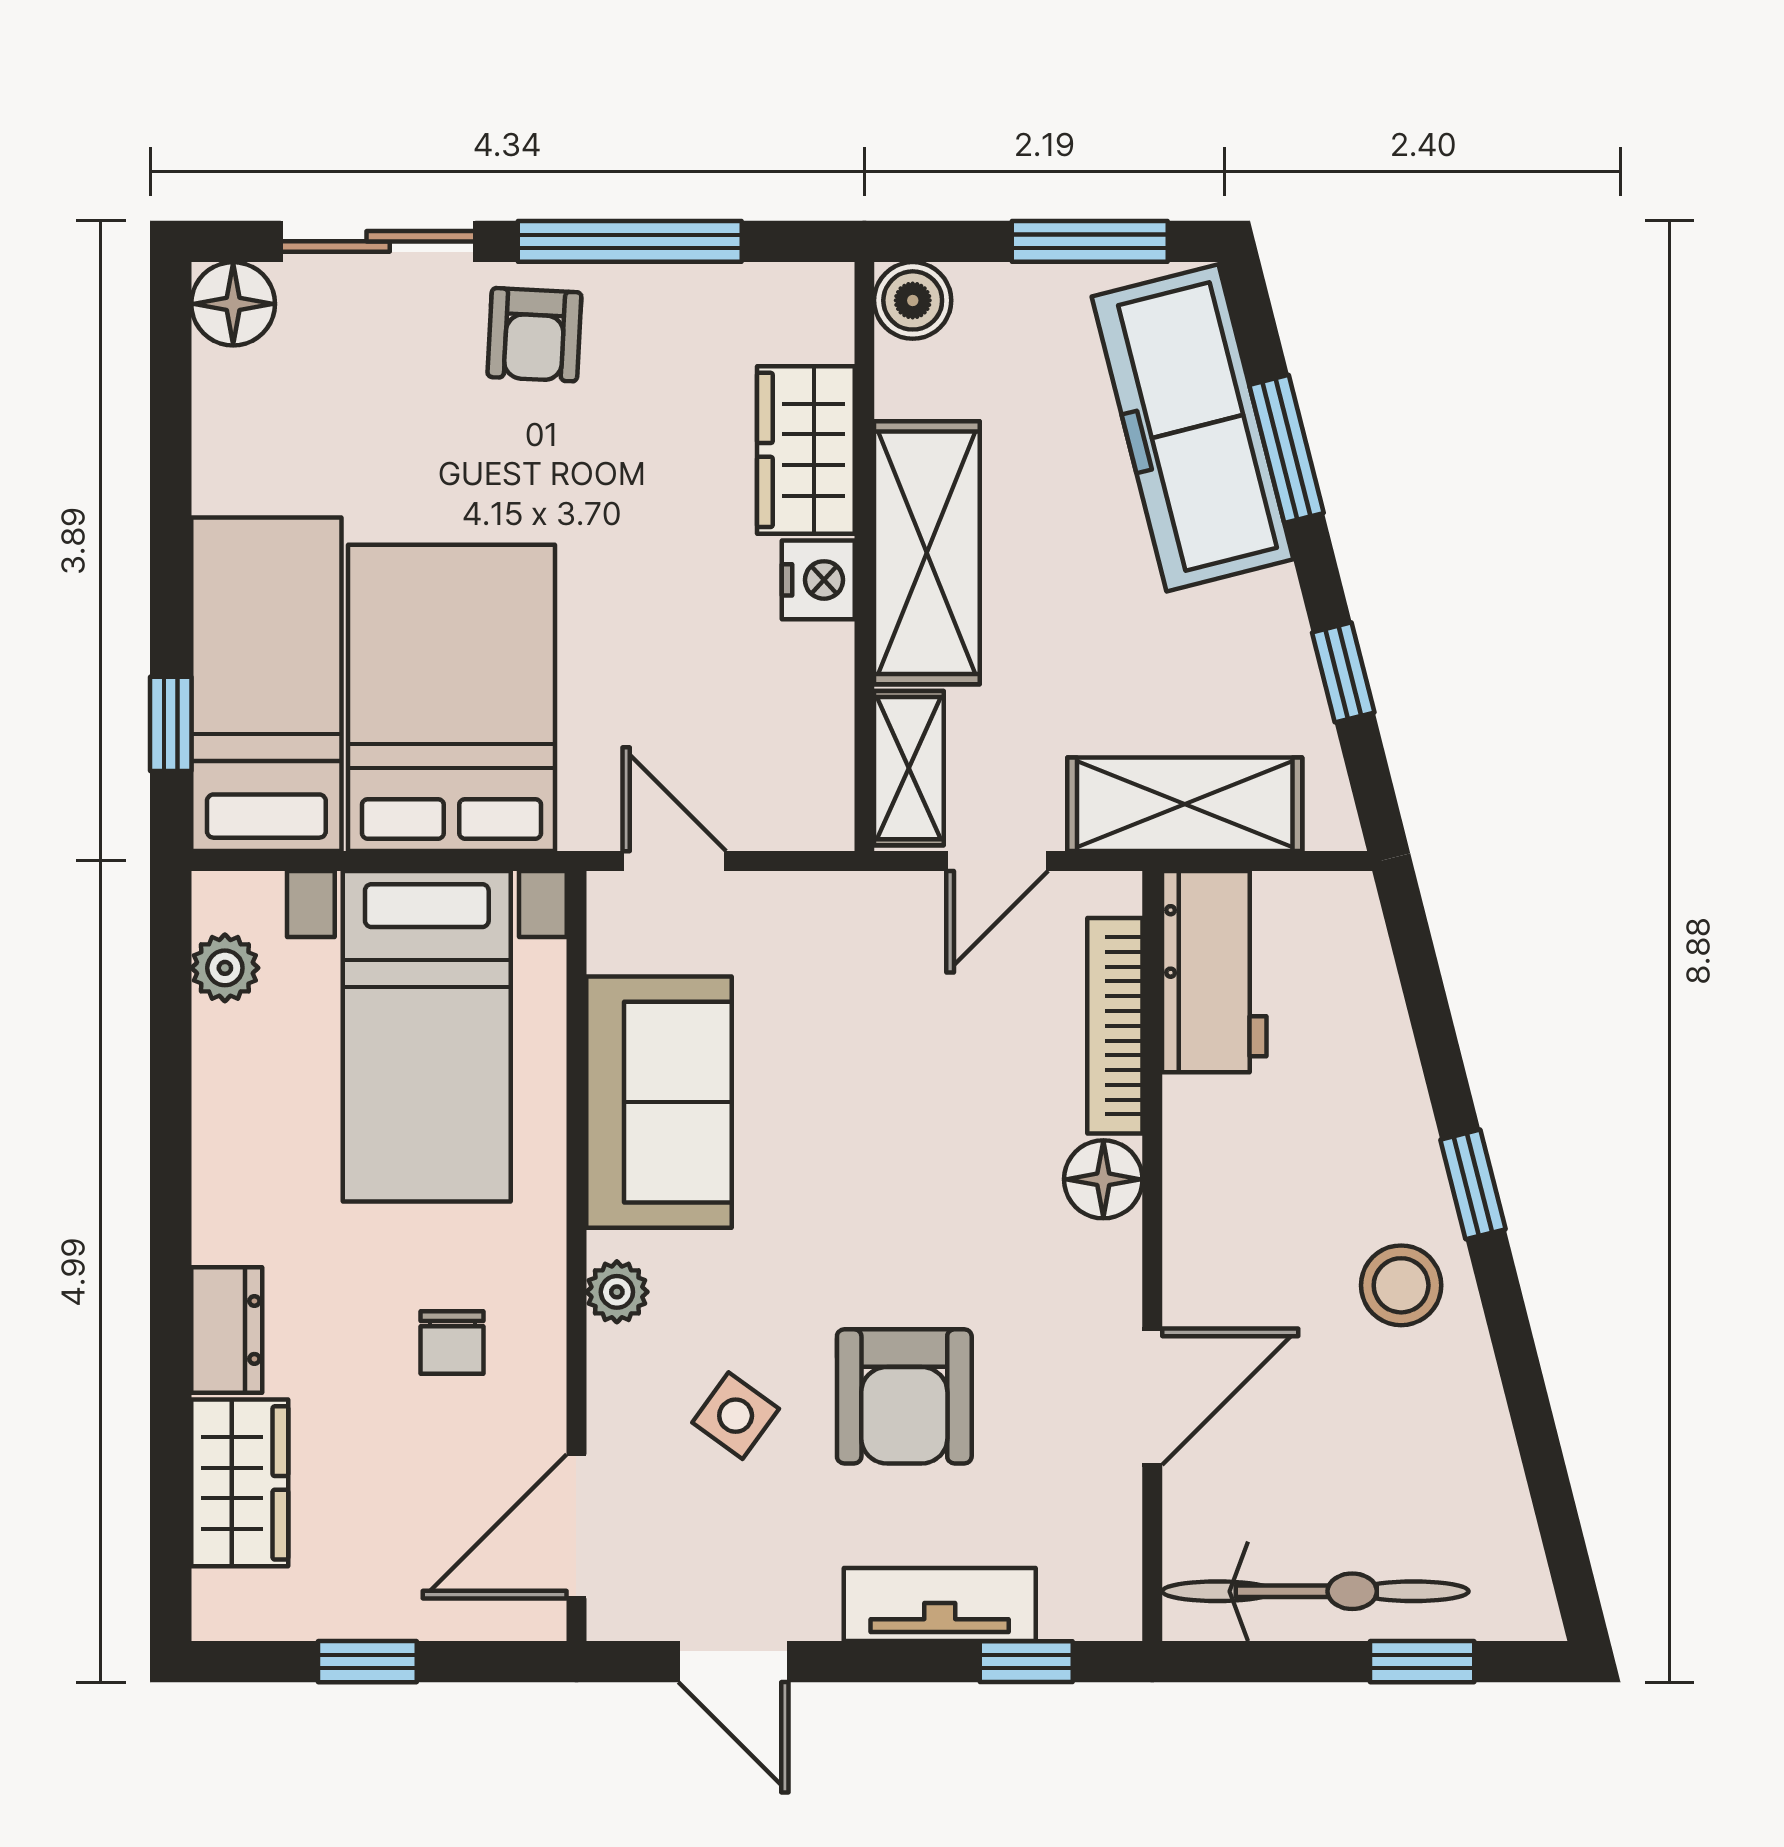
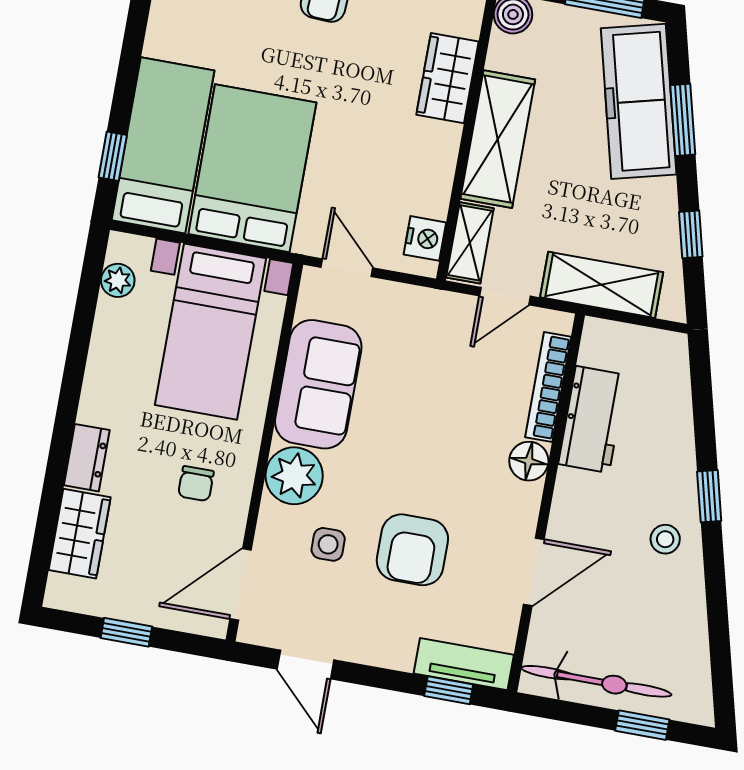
nightstand: (818, 580) -> (425, 238), moved
workbench: (1214, 972) -> (592, 419), moved
stool: (1401, 1285) -> (665, 539), width x0.73, depth x0.73
plant: (617, 1292) -> (294, 476), width x1.88, depth x1.88
side table: (736, 1416) -> (328, 544), turned -36
tv unit: (940, 1604) -> (464, 664), moved

